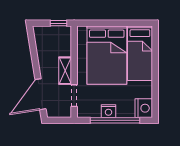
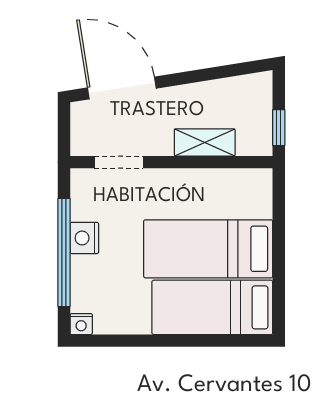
bed: (107, 55) -> (208, 249), width x0.67
shelving: (65, 71) -> (205, 142), moved
nightstand: (144, 108) -> (81, 324), width x0.53, depth x0.56

